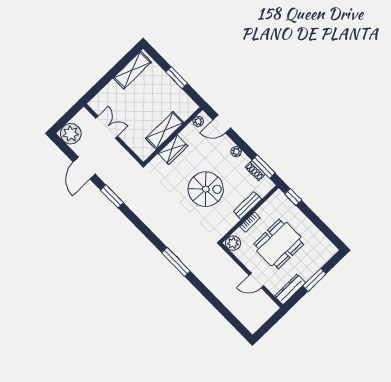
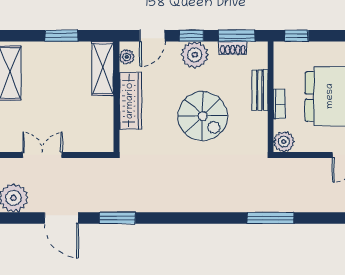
shelving: (165, 130) -> (103, 68), moved
window: (241, 144) -> (191, 36), added
wardrobe: (173, 150) -> (130, 101), width x1.50
plant: (236, 152) -> (195, 55), width x1.88, depth x1.88
spiral stairs: (206, 189) -> (203, 116), turned 90
window: (176, 262) -> (270, 218), moved

